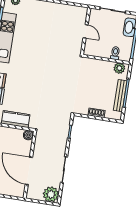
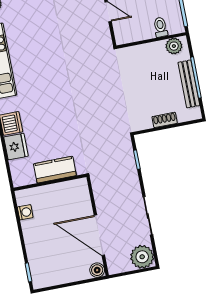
boiler: (28, 135) -> (97, 270), moved

